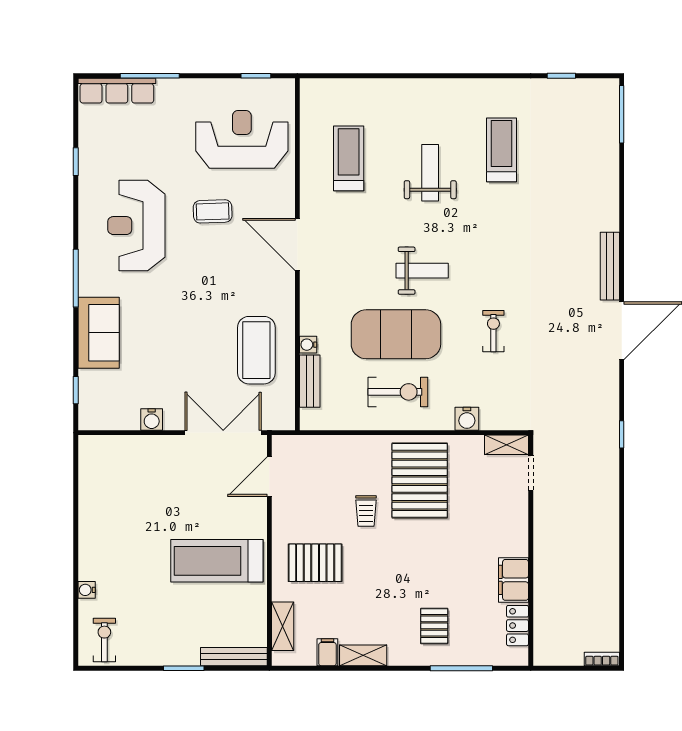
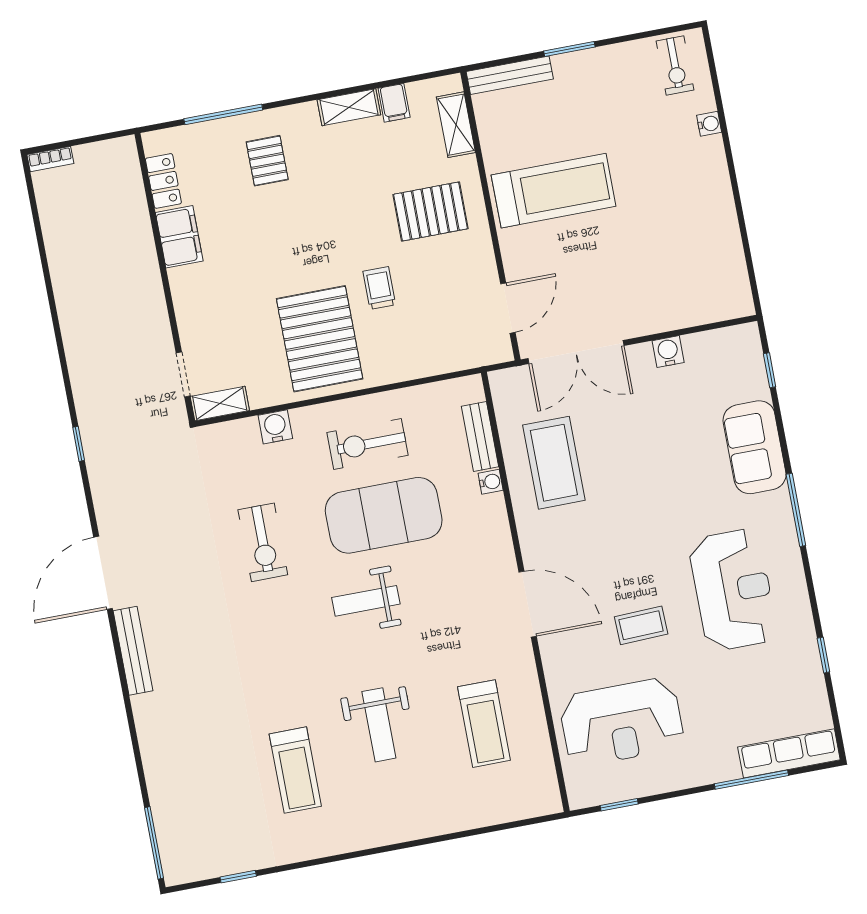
exercise bike: (493, 331) -> (263, 542), width x1.38, depth x1.39

